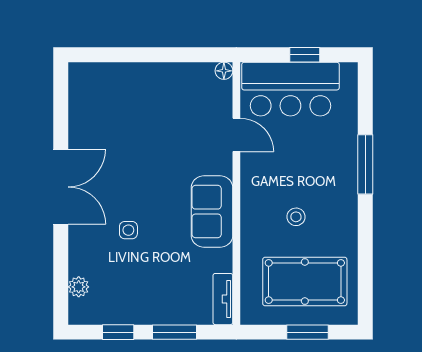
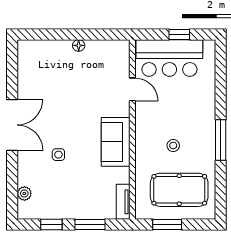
floor lamp: (224, 71) -> (79, 45), moved
window: (365, 164) -> (221, 140), moved
window: (307, 332) -> (167, 224), moved

